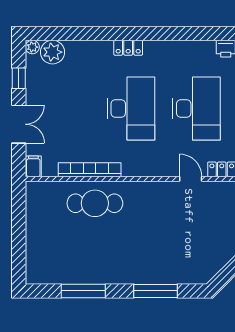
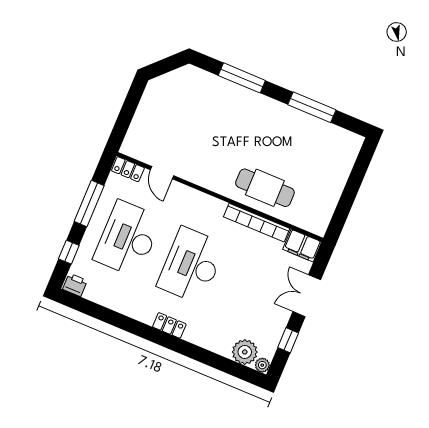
filing cabinet: (33, 166) -> (302, 246), width x2.00

